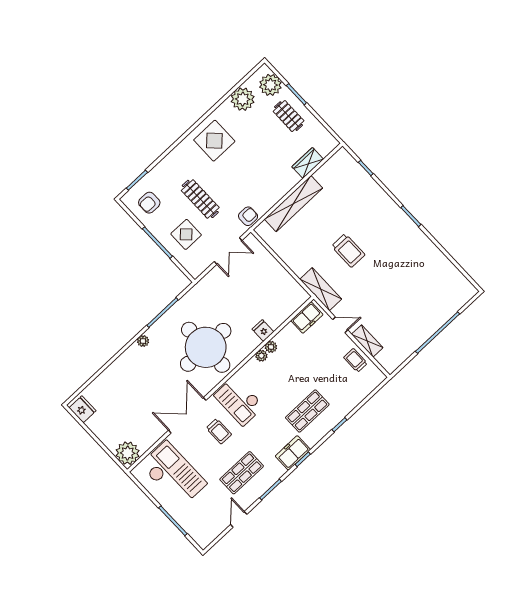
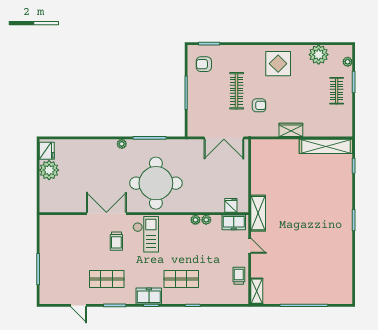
plant: (270, 85) -> (348, 62), width x0.53, depth x0.53
wardrobe: (308, 163) -> (291, 130), moved
shelving: (294, 204) -> (326, 146), moved
armchair: (248, 216) -> (259, 105), moved
display table: (186, 234) -> (208, 104), removed
trolley: (348, 250) -> (297, 205), removed
double door: (228, 251) -> (224, 138), width x1.37
fridge: (263, 330) -> (231, 205), moved
shelving: (367, 341) -> (257, 291), moved
plant: (261, 356) -> (206, 220), moved
checkout: (239, 401) -> (146, 234), turned 180
plant: (128, 453) -> (49, 170), moved
checkout: (173, 474) -> (65, 241), removed
door: (239, 519) -> (79, 305), swing flipped

